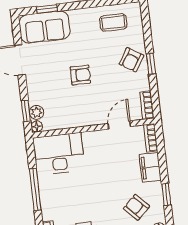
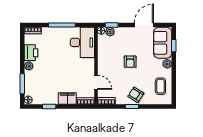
plant: (77, 16) -> (167, 64), added
armchair: (136, 207) -> (43, 87), removed

